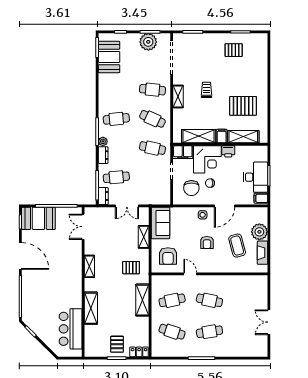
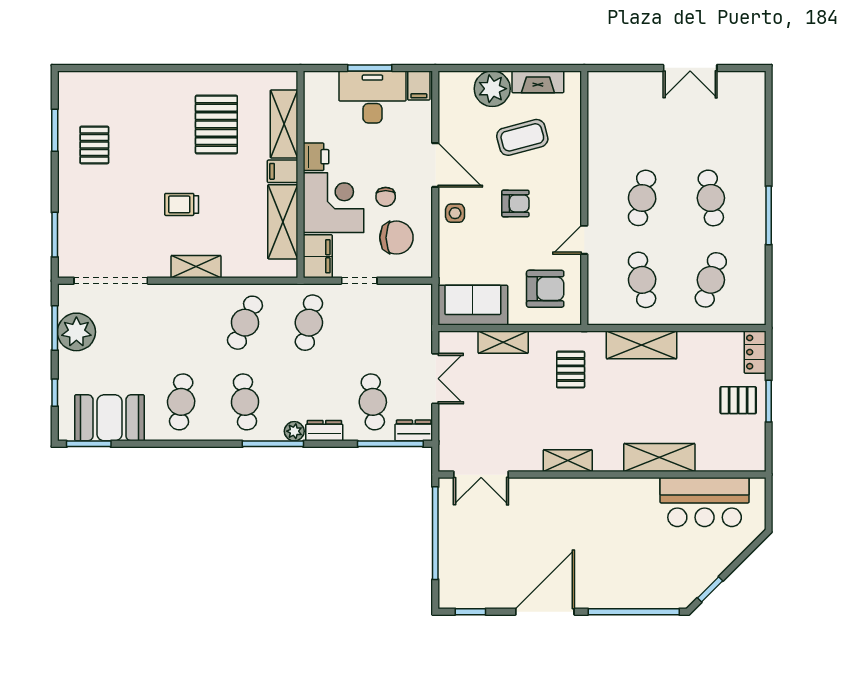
cafe table: (152, 90) -> (181, 402), moved
booth: (38, 218) -> (463, 572), removed

